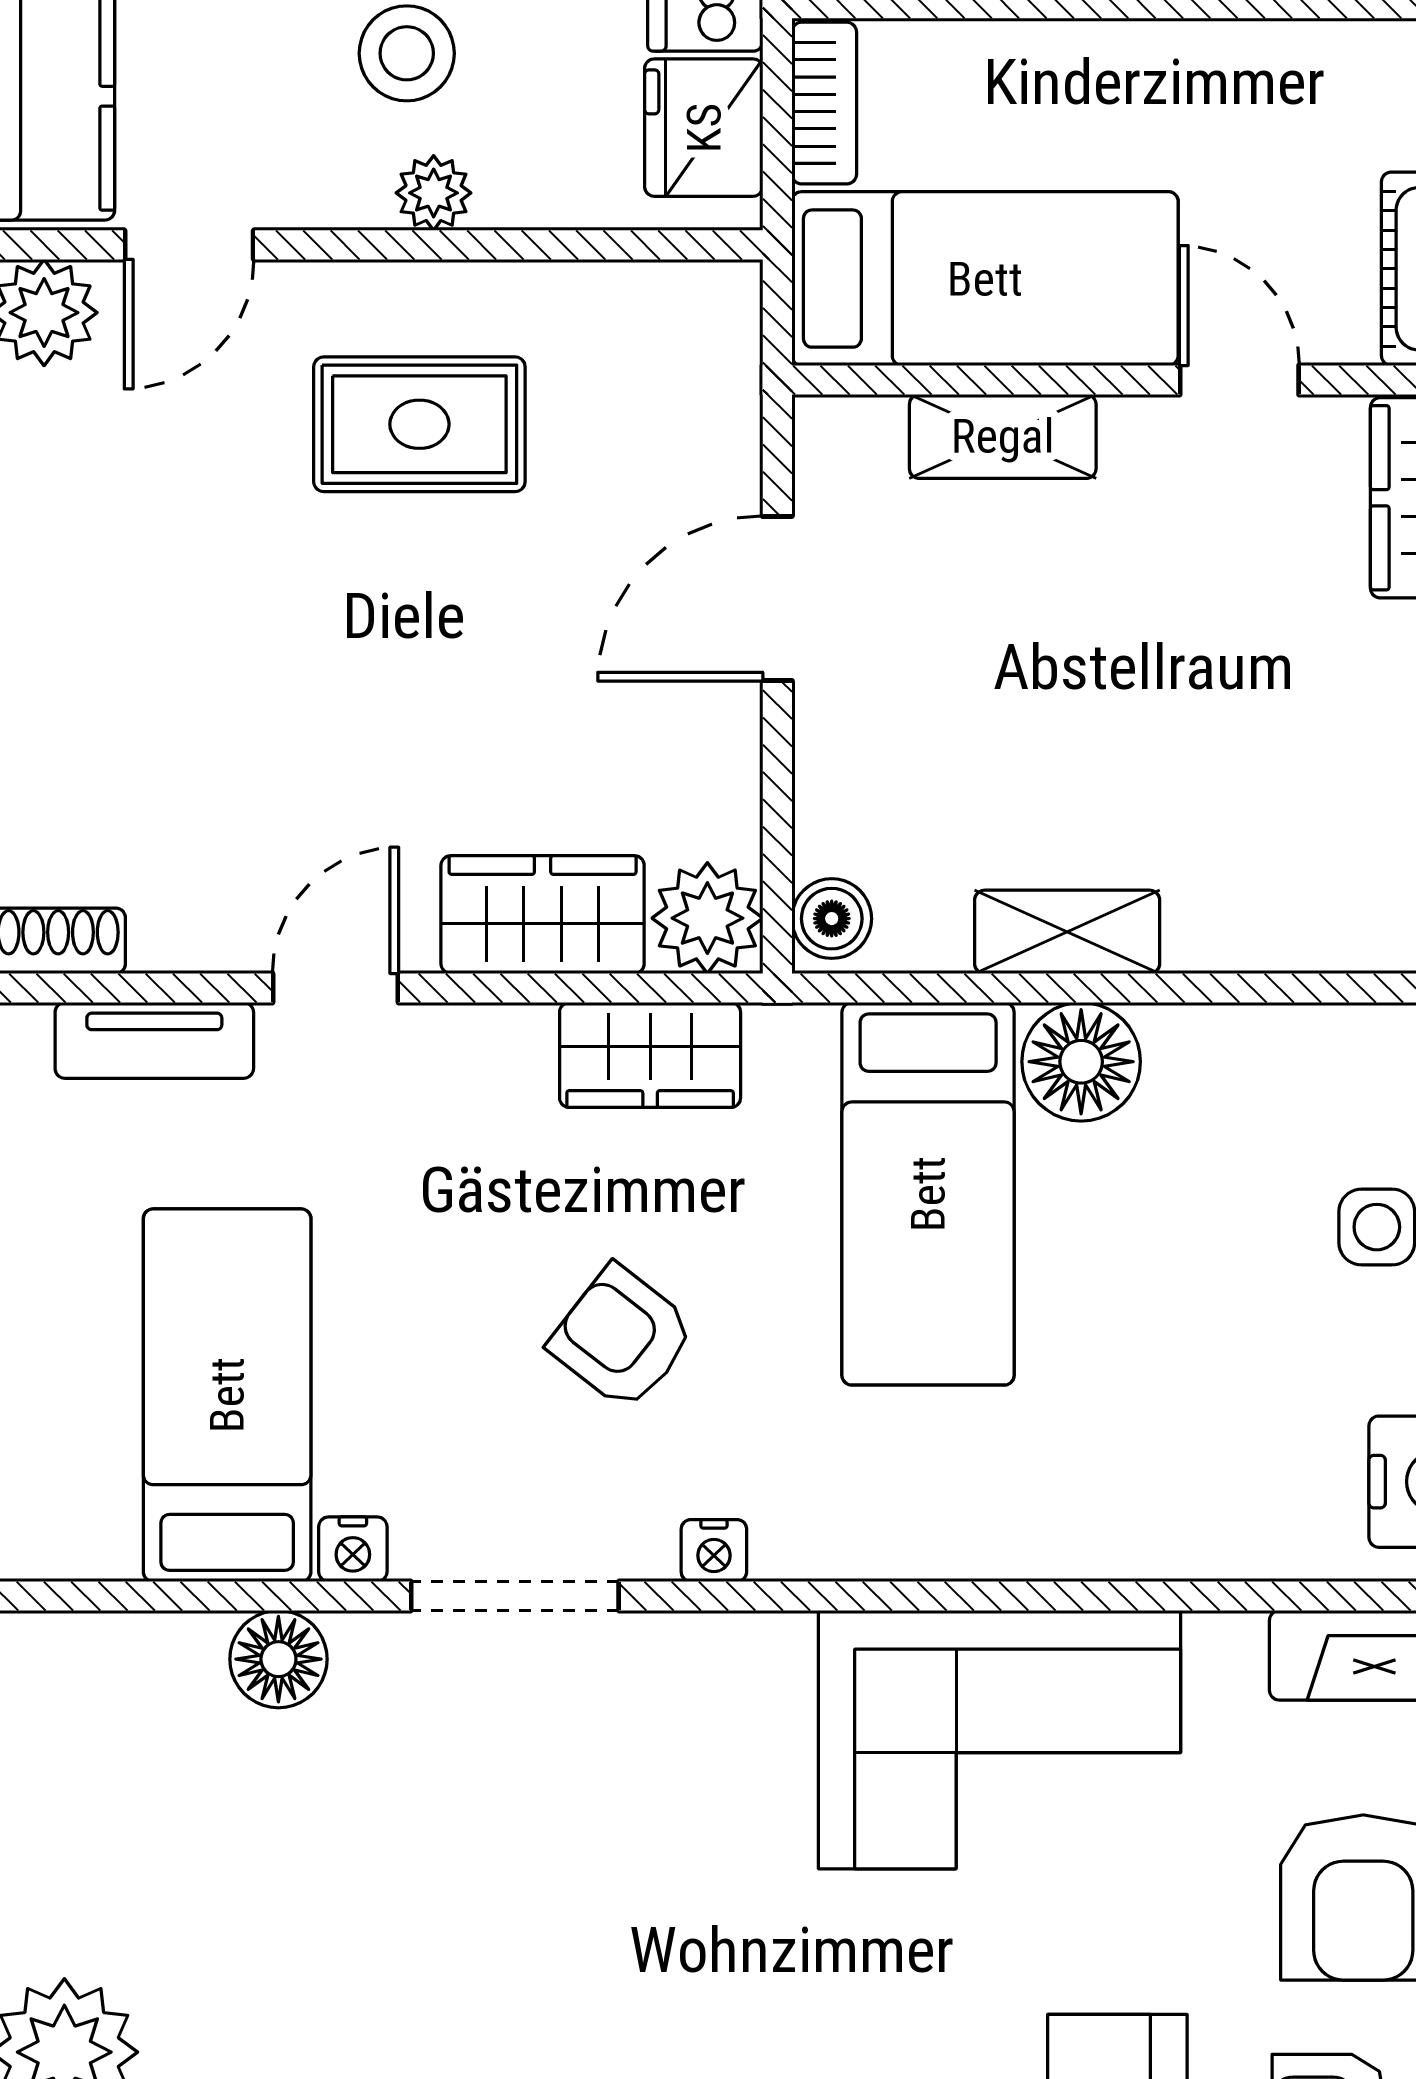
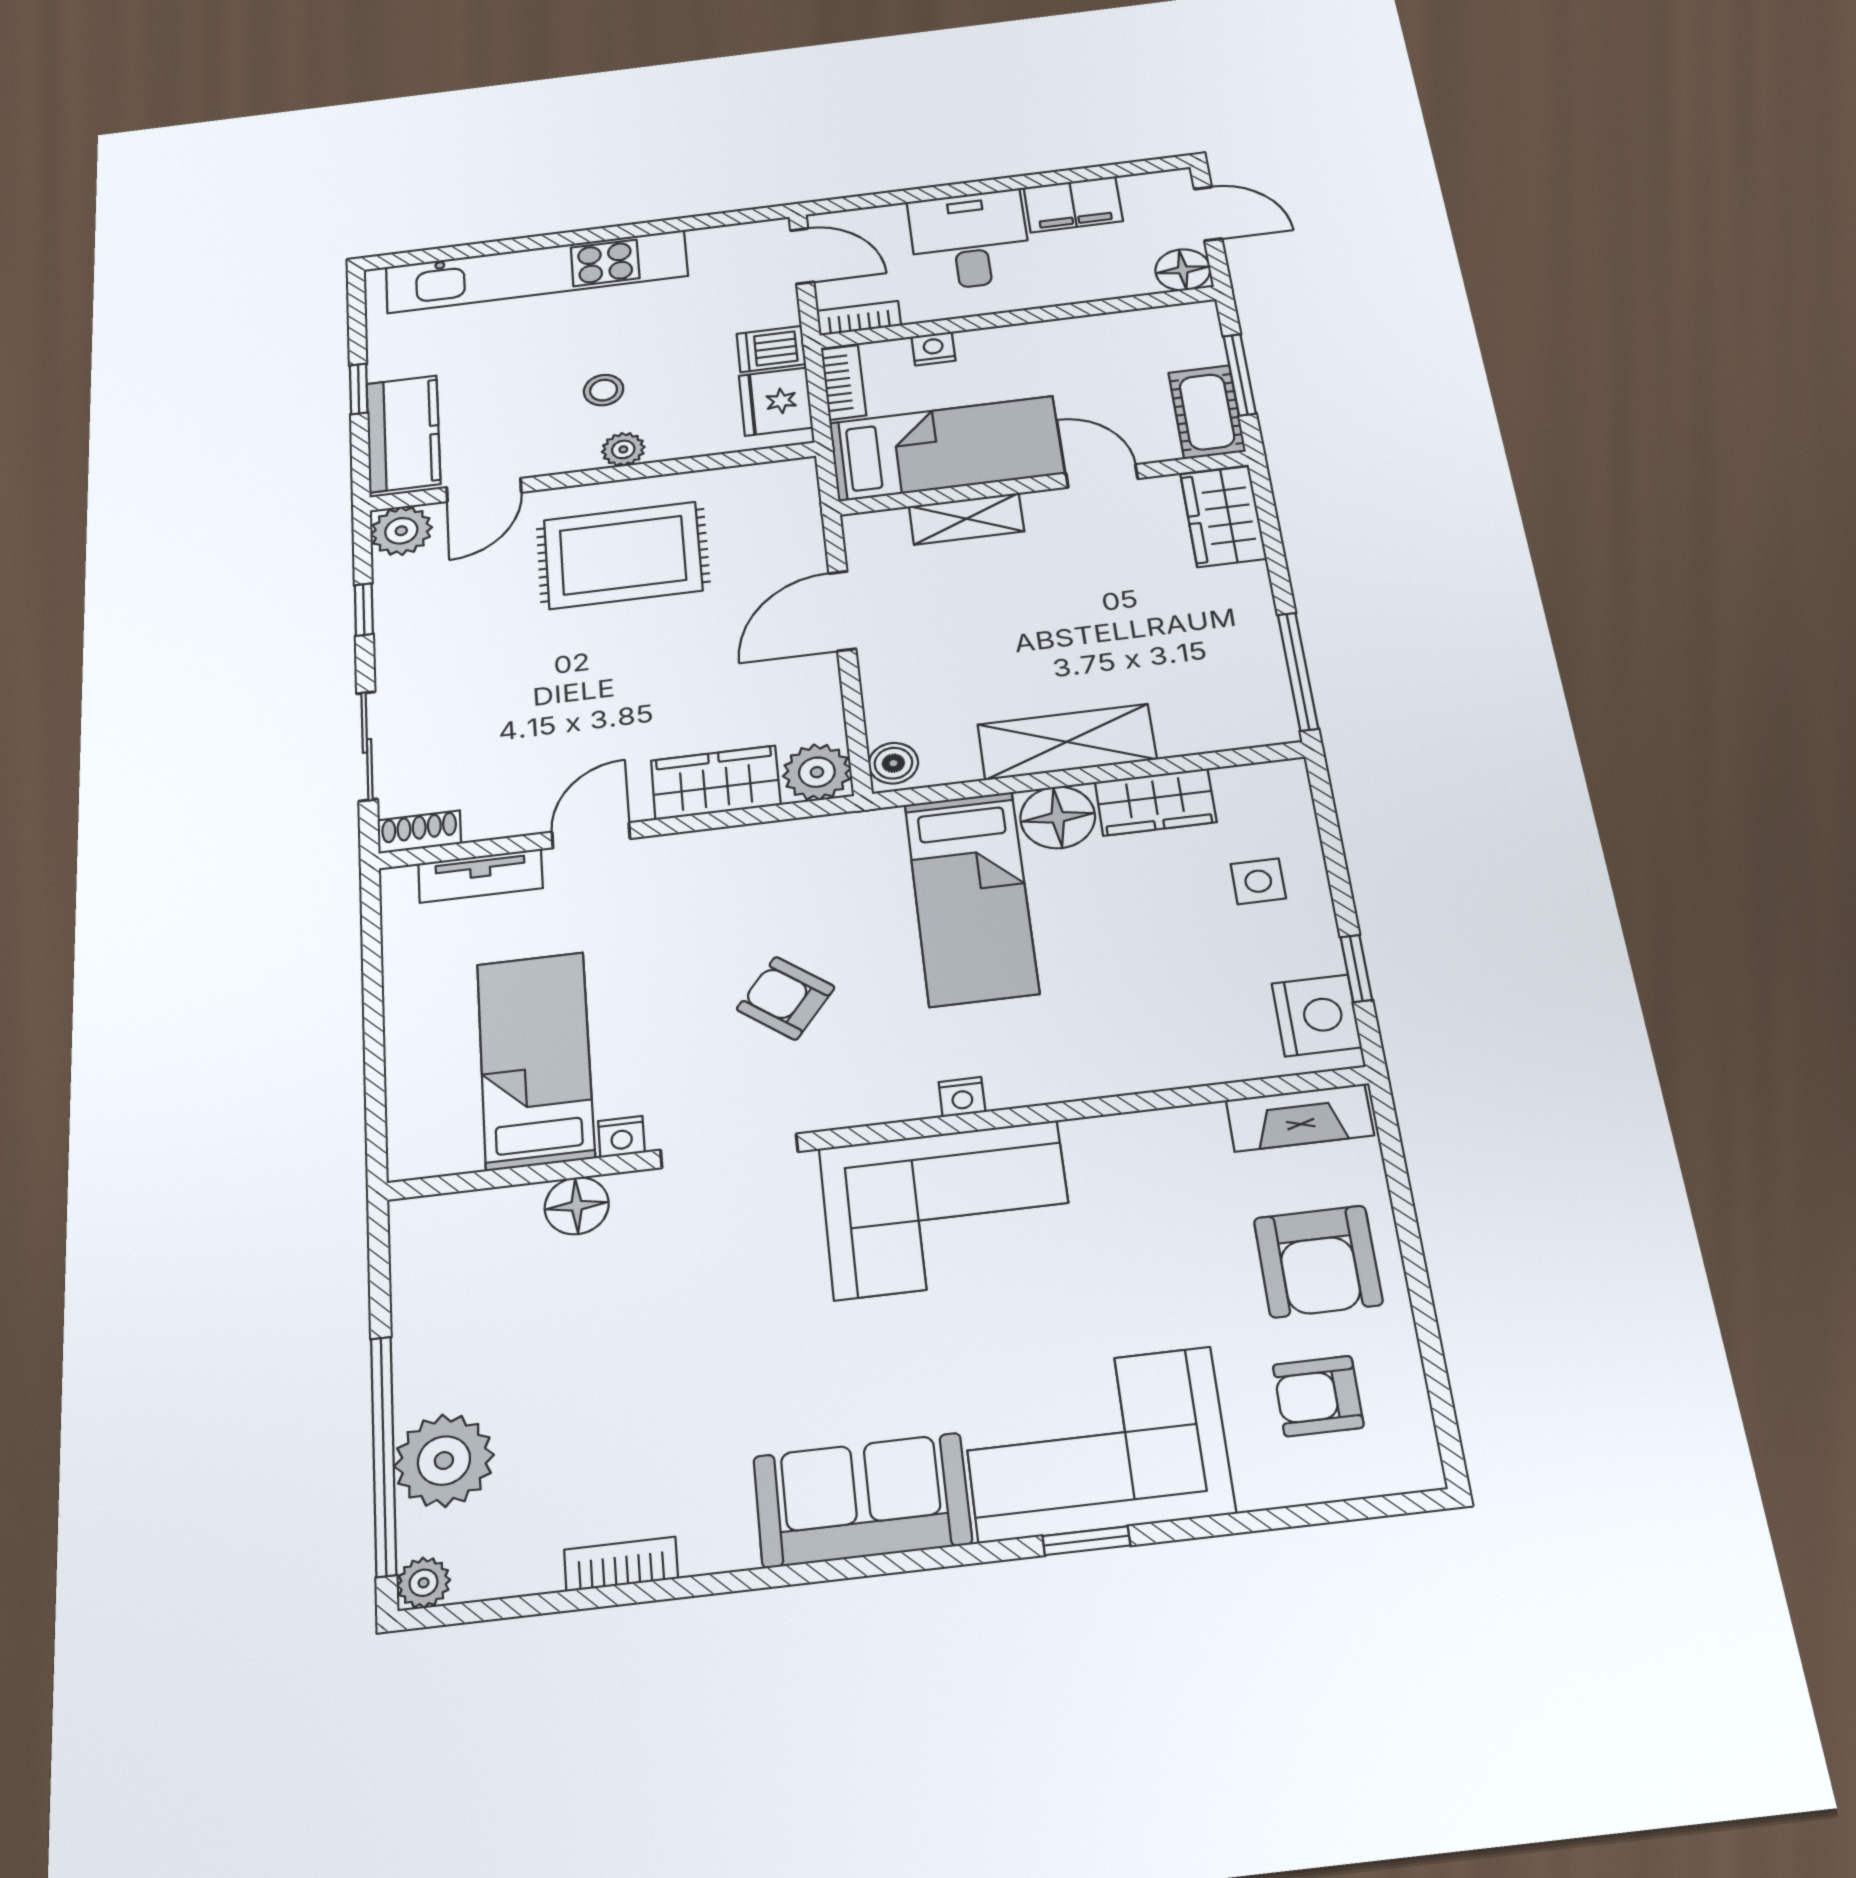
nightstand: (987, 52) -> (933, 349), added
stool: (407, 53) -> (604, 390), width x0.73, depth x0.73
rug: (419, 424) -> (623, 555), width x1.36, depth x1.43
shelving: (1067, 932) -> (1067, 742), width x1.50, depth x1.33
wardrobe: (650, 1055) -> (1156, 802), moved
nightstand: (714, 1551) -> (962, 1097), moved
corner sofa: (1000, 1740) -> (947, 1209), moved

